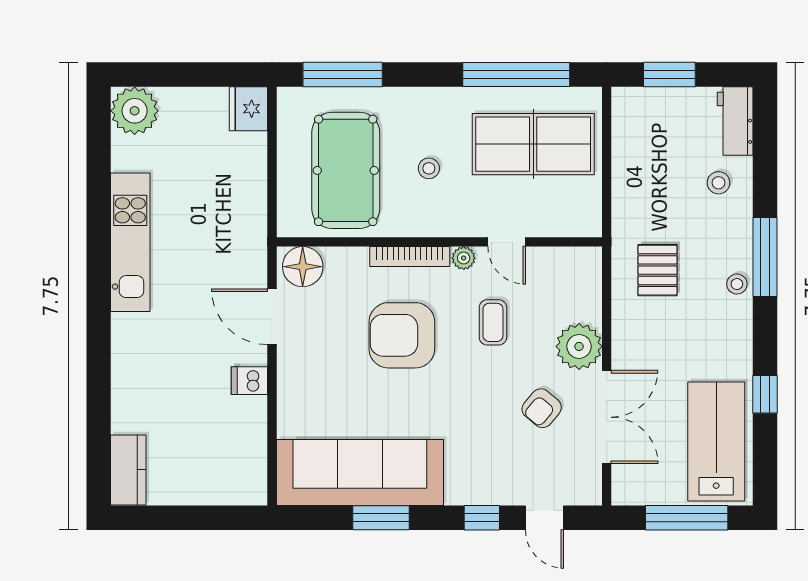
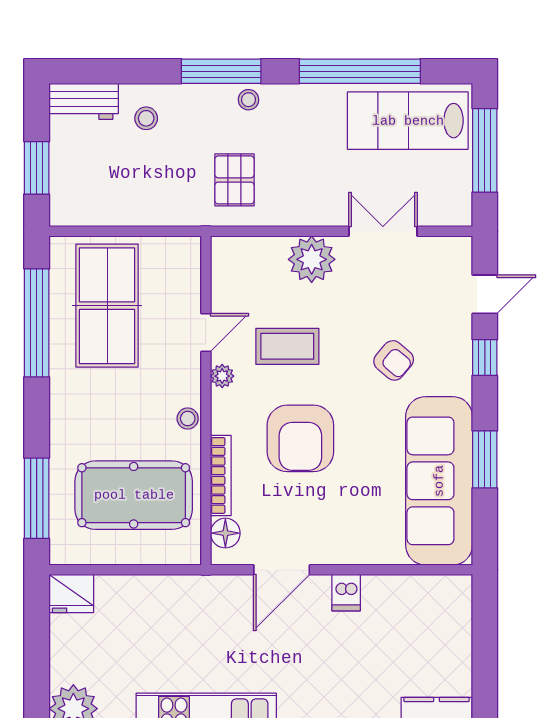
stool: (429, 168) -> (188, 419), moved
bookcase: (410, 257) -> (221, 475), moved
floor lamp: (303, 267) -> (225, 533), width x0.73, depth x0.73
pallet: (658, 270) -> (234, 180), turned 90
coffee table: (493, 322) -> (287, 346), width x1.36, depth x1.30
window: (765, 394) -> (360, 71), width x3.17
armchair: (542, 408) -> (394, 360), moved
double door: (607, 417) -> (383, 231), width x0.73

